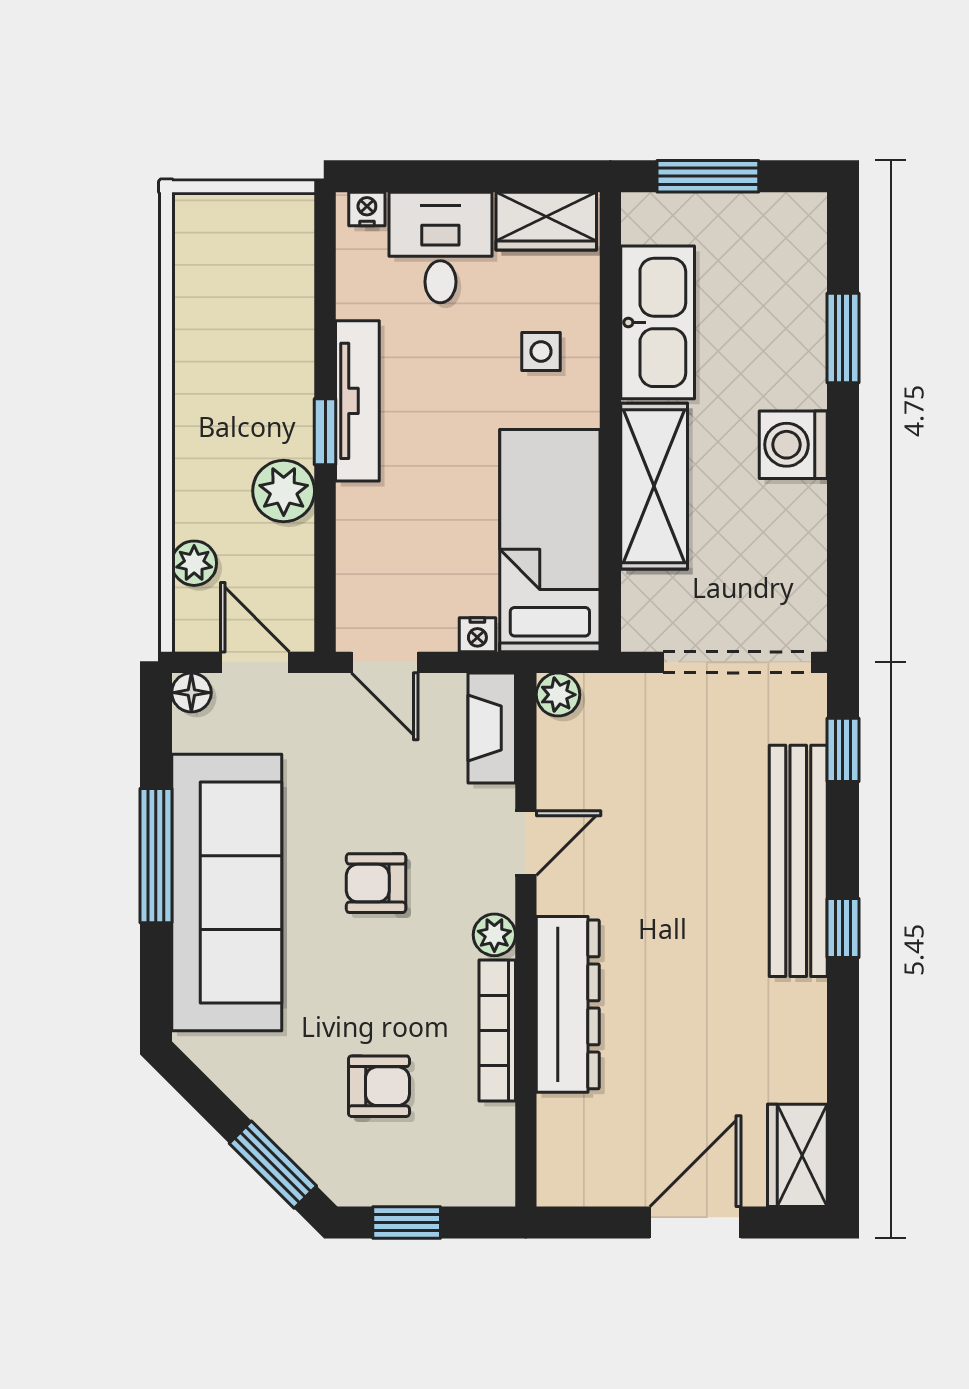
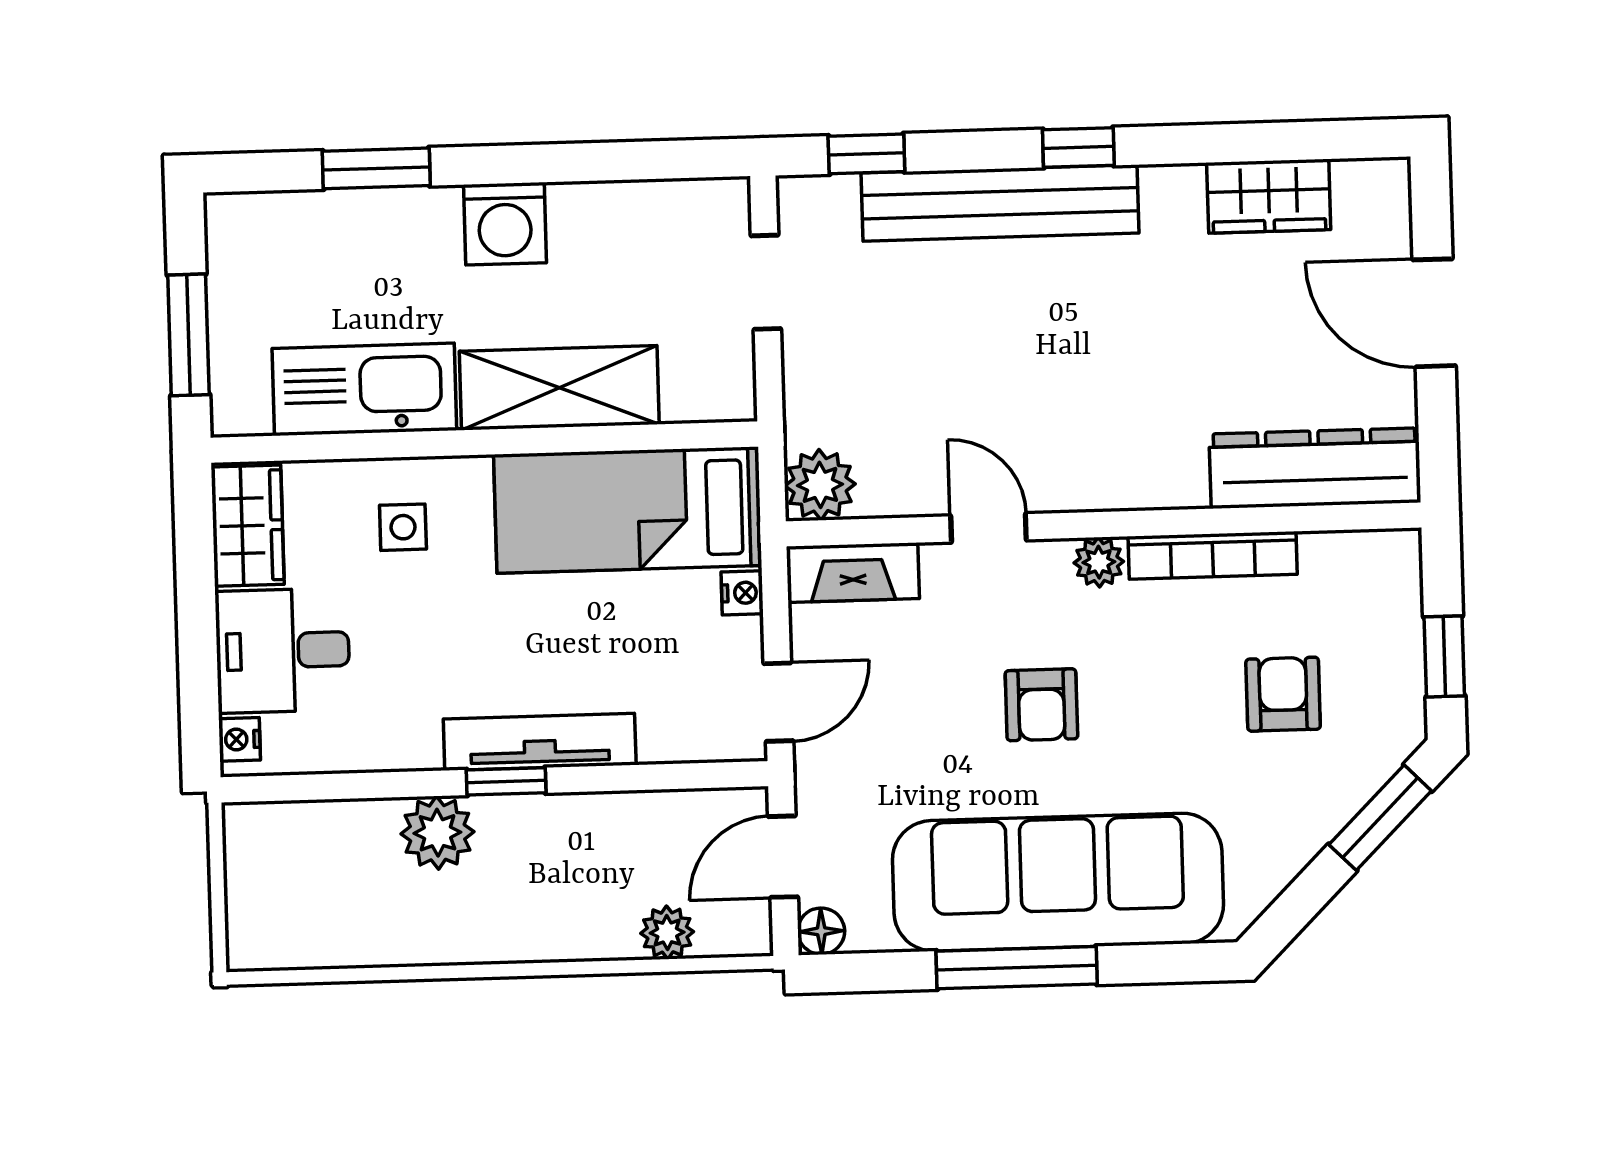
tv unit: (357, 401) -> (540, 742), moved
plant: (284, 491) -> (437, 833), moved
doorway: (738, 662) -> (766, 282), width x0.53
plant: (558, 695) -> (820, 485), width x1.38, depth x1.38
dresser: (568, 1004) -> (1315, 468), moved
wardrobe: (797, 1155) -> (1269, 196), moved

